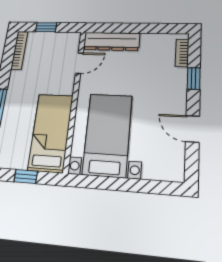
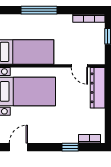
door: (193, 129) -> (18, 147), moved

